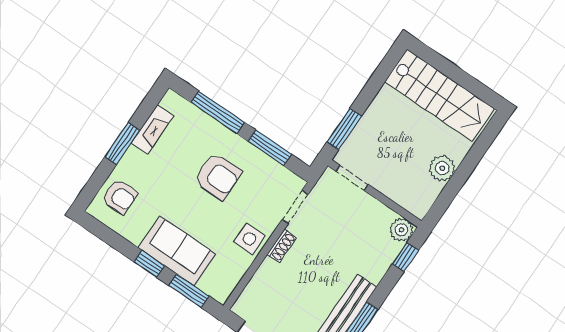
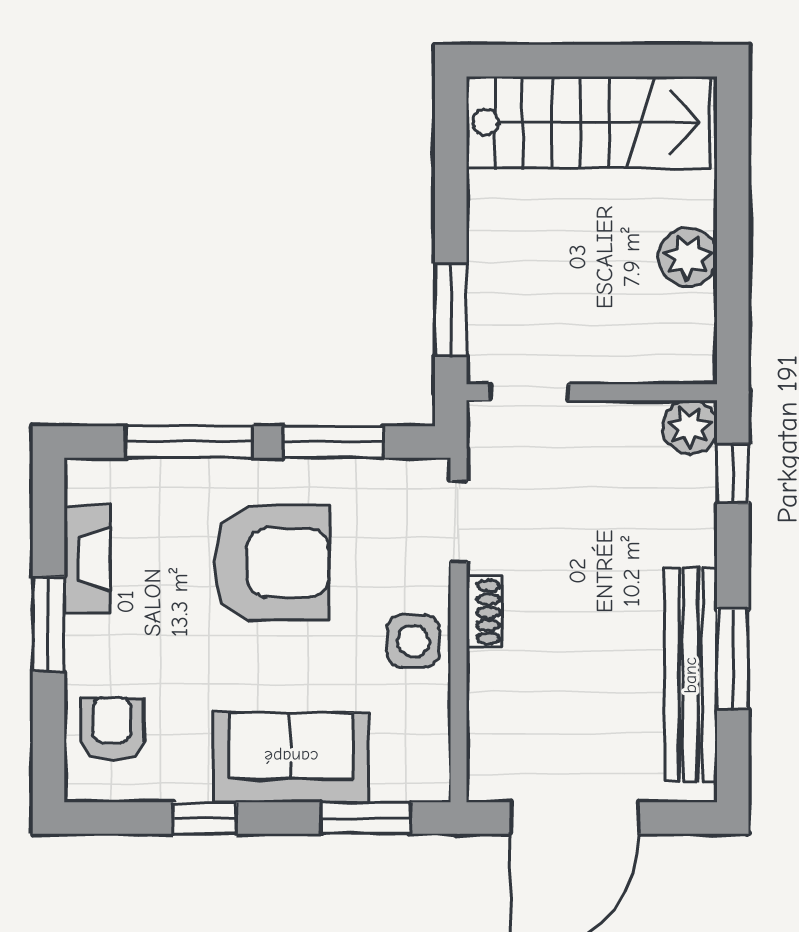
armchair: (218, 176) -> (272, 563), width x1.36, depth x1.36
armchair: (120, 197) -> (112, 729), turned -90
window: (149, 264) -> (205, 818), moved

